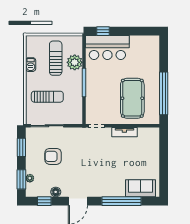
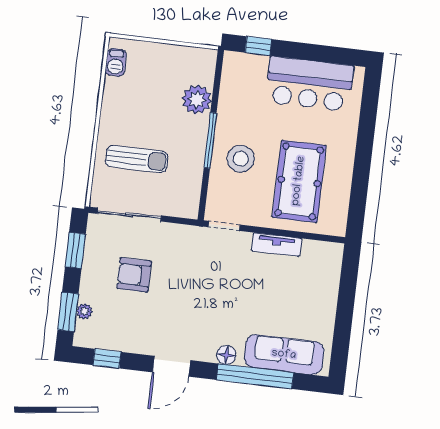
bar counter: (107, 47) -> (310, 84), moved
sun lounger: (56, 58) -> (161, 87), removed
barbecue: (31, 65) -> (116, 62), moved
stool: (101, 90) -> (241, 159), added
window: (164, 93) -> (360, 179), removed
sofa: (140, 188) -> (284, 355), width x1.36
floor lamp: (56, 192) -> (226, 355), moved

